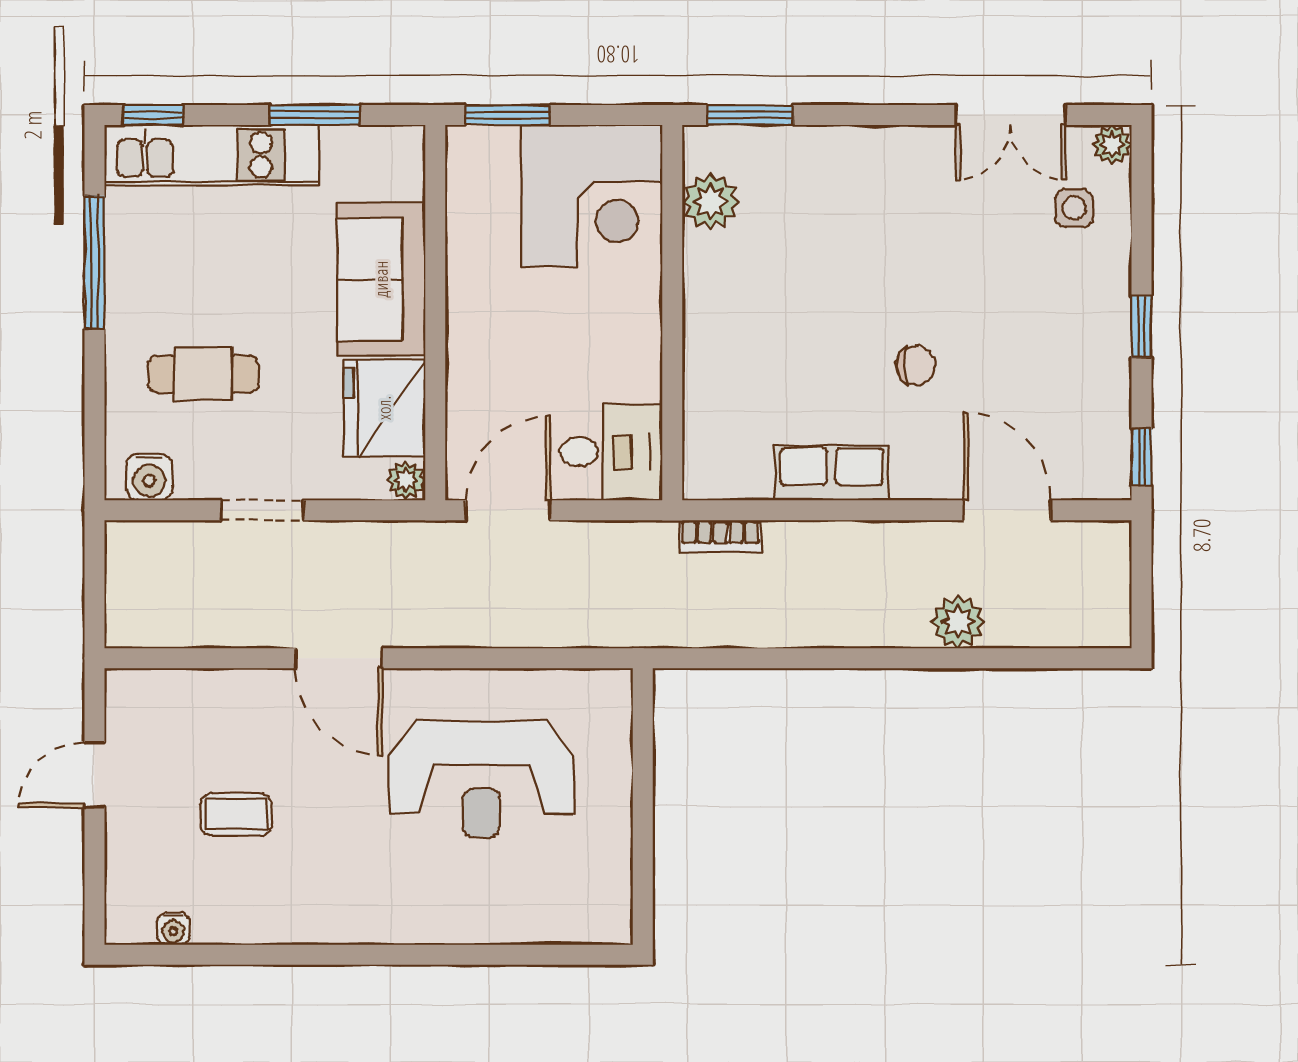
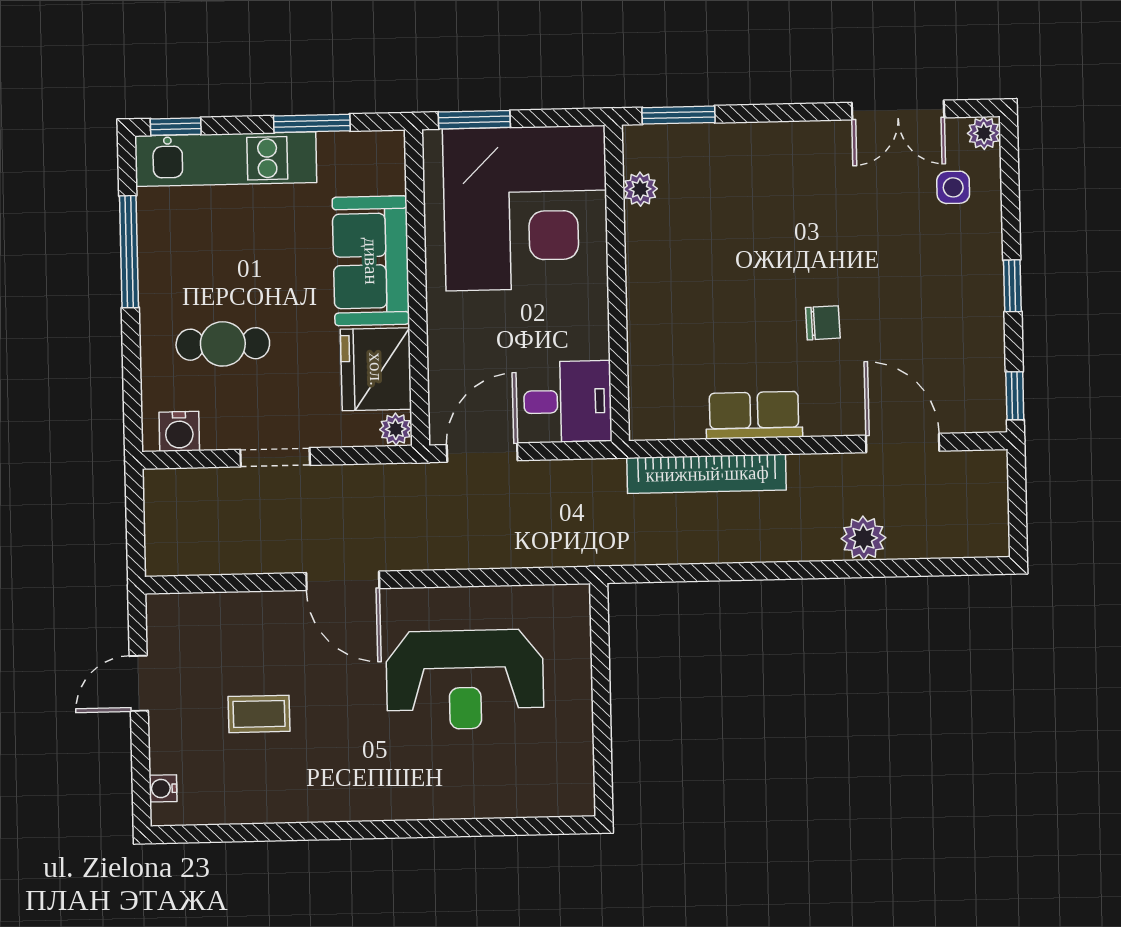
corner desk: (592, 196) -> (526, 208), width x1.36, depth x1.36
plant: (710, 202) -> (640, 189), width x0.73, depth x0.73
bookcase: (720, 536) -> (707, 474), width x2.31, depth x1.31
water cooler: (173, 929) -> (163, 788), moved, turned 90

